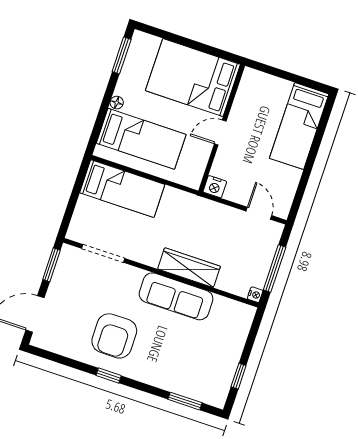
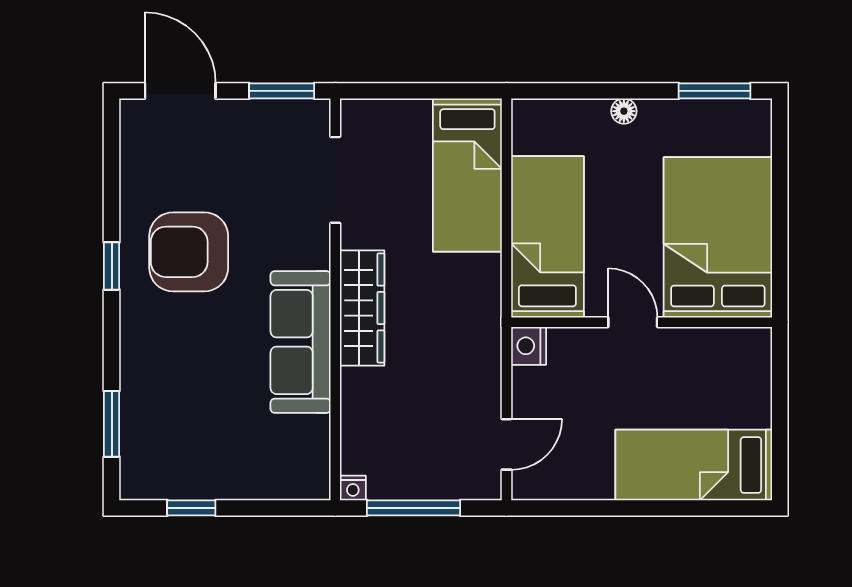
bed: (141, 139) -> (547, 237), moved, turned 180
wardrobe: (189, 268) -> (362, 308), moved

